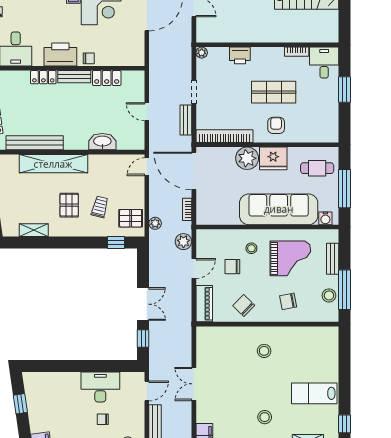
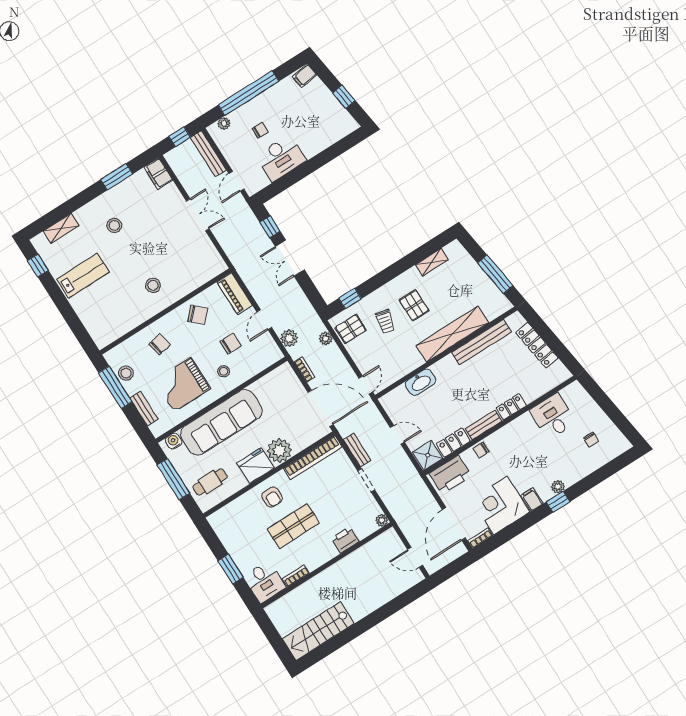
printer: (60, 54) -> (450, 475), moved
shower: (133, 81) -> (428, 455), added

